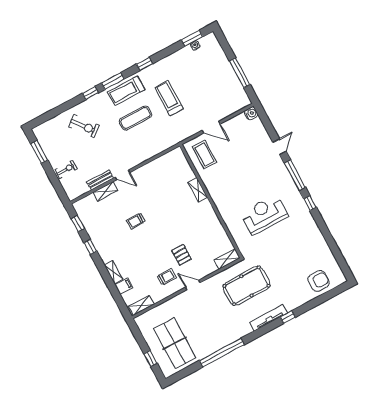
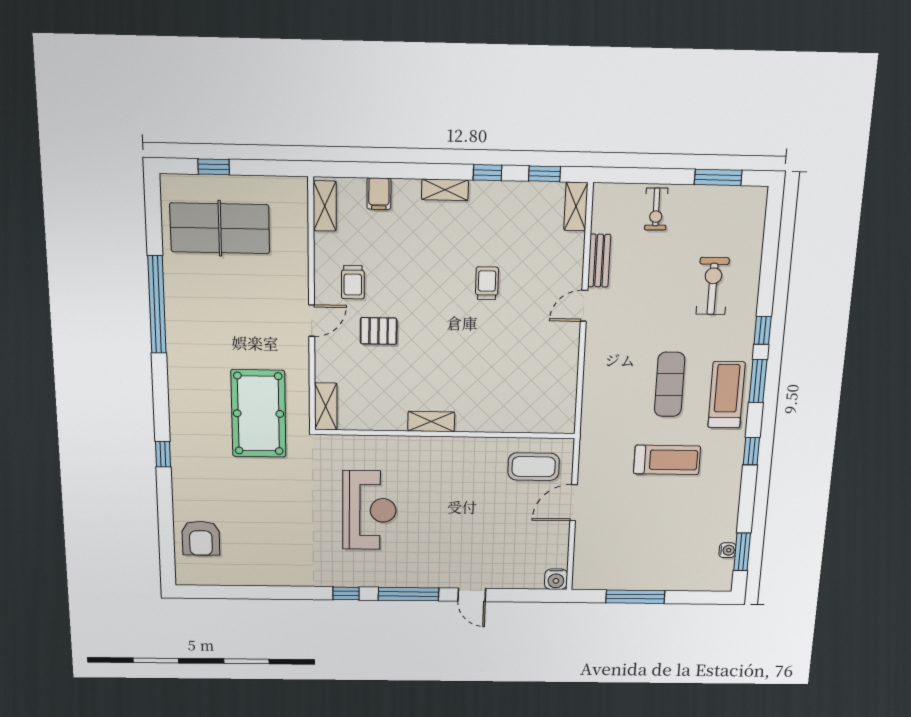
exercise bike: (84, 126) -> (713, 286), turned 128
shelving: (198, 190) -> (431, 422), moved
shelving: (105, 191) -> (576, 206), moved
shelving: (113, 272) -> (445, 190), moved
tv unit: (269, 318) -> (179, 421), removed

